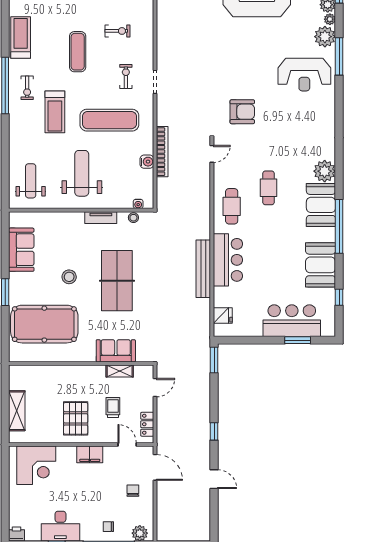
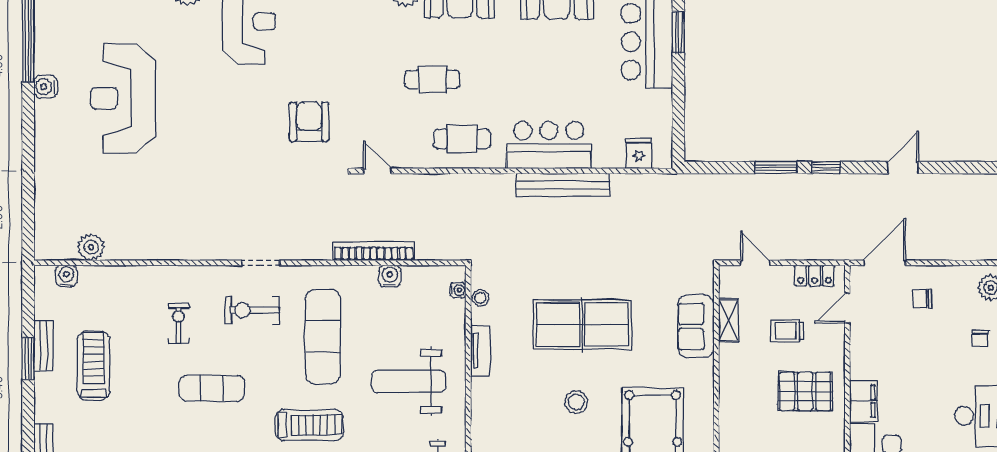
exercise bike: (126, 77) -> (252, 310), width x1.38, depth x1.39
window: (214, 360) -> (776, 168), moved
filing cabinet: (90, 454) -> (863, 401), moved

